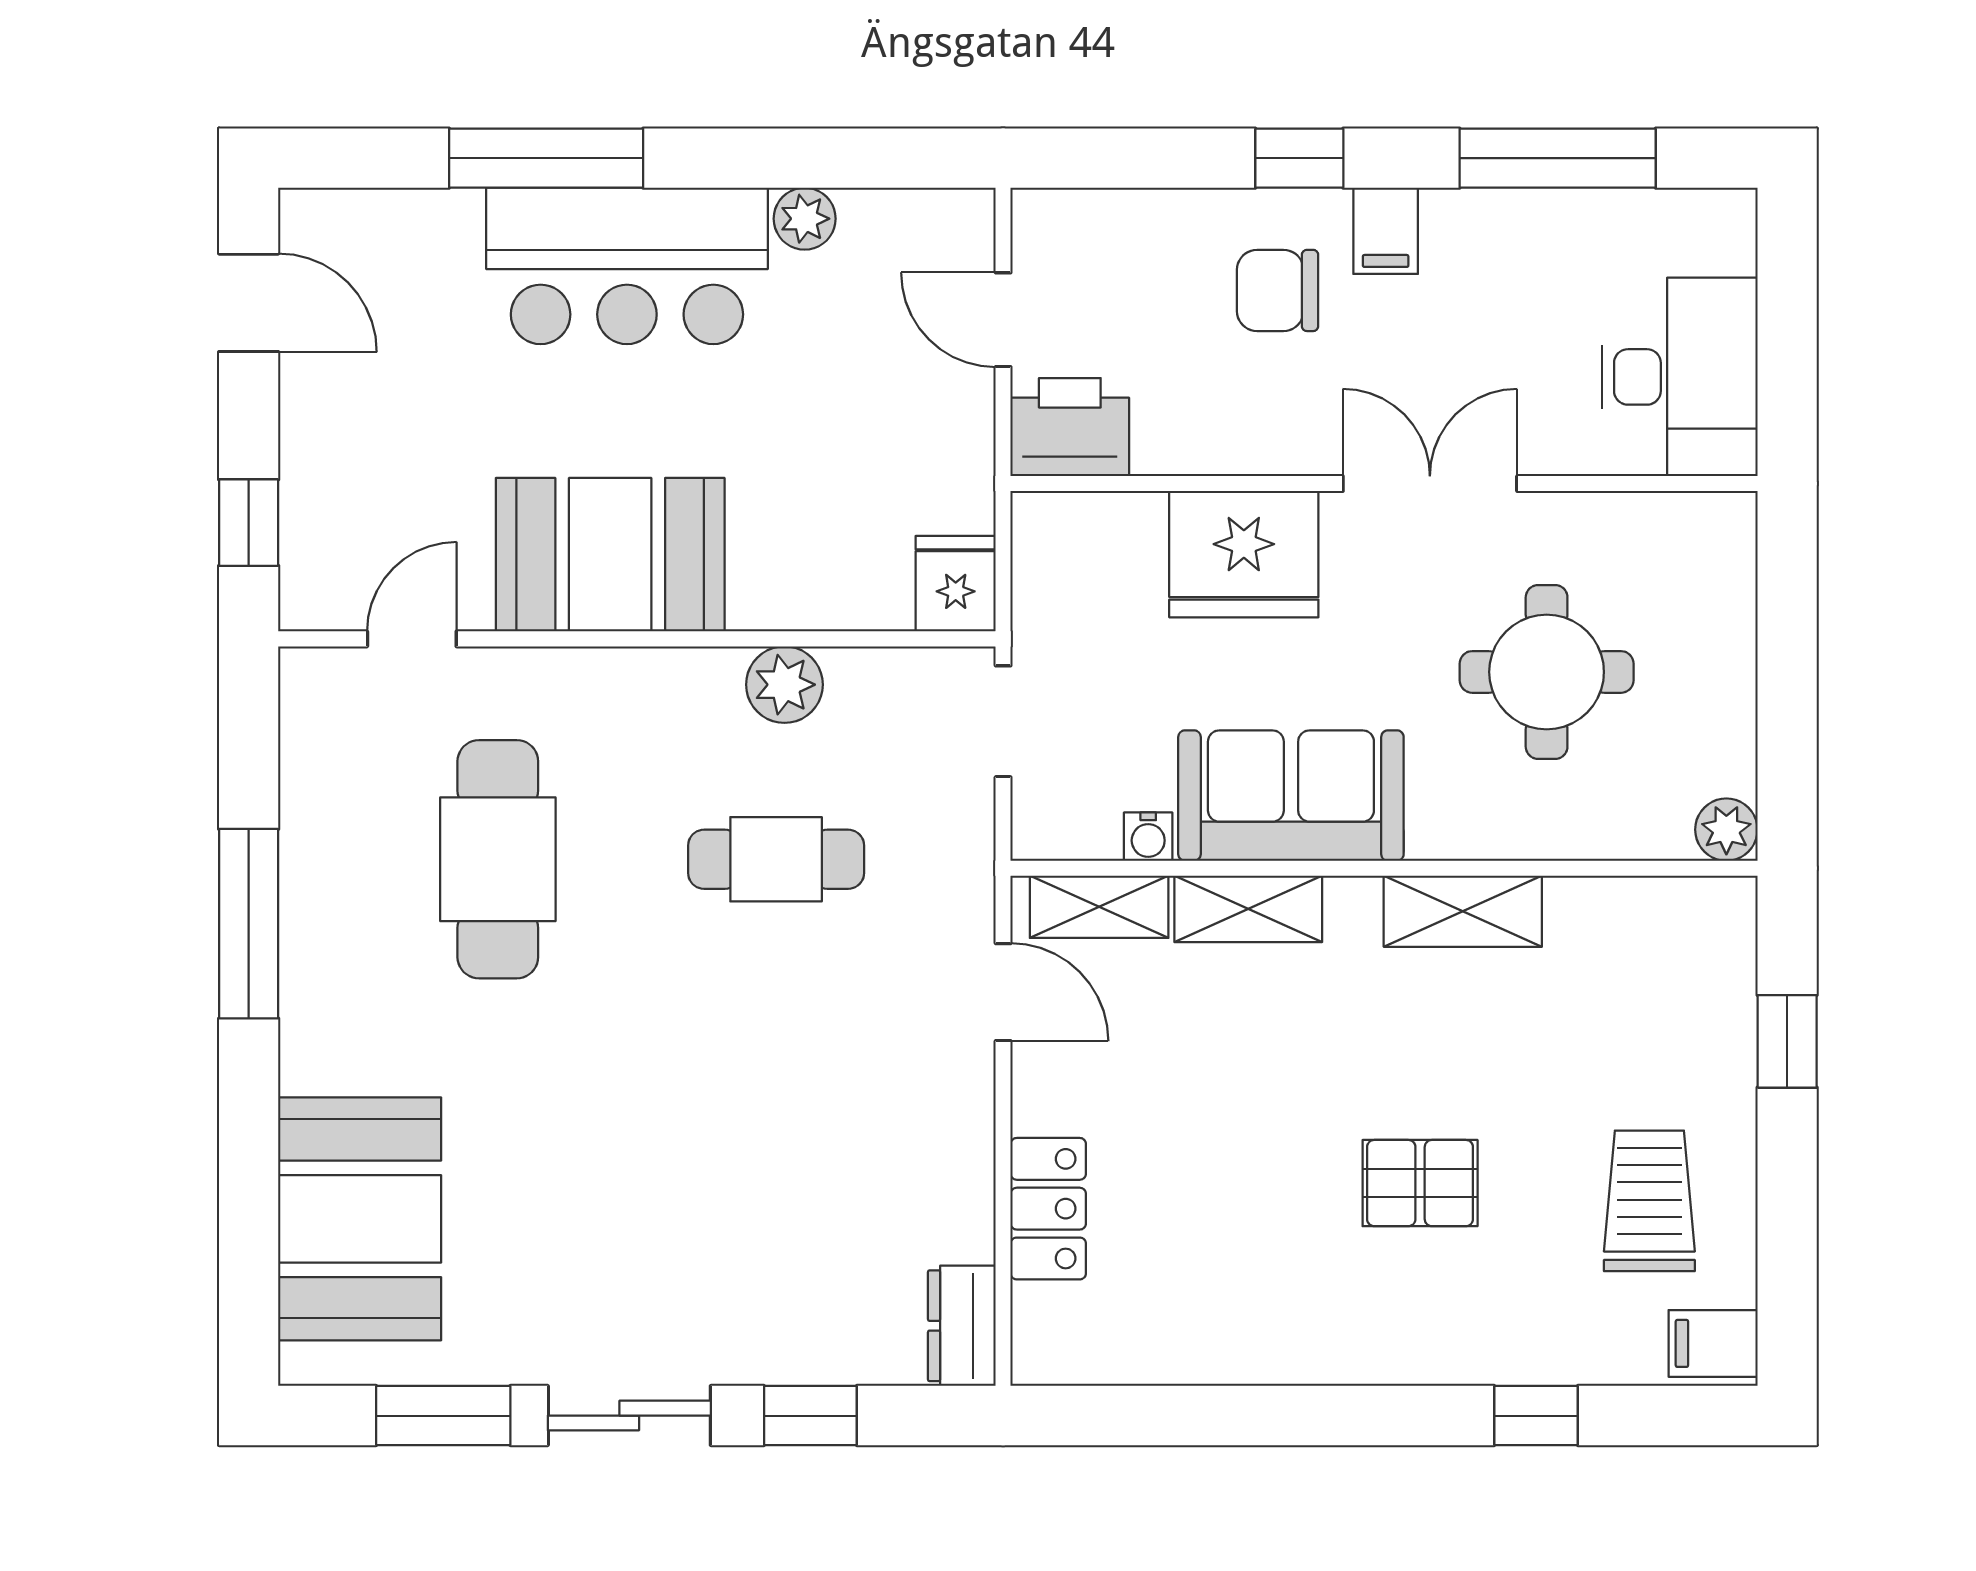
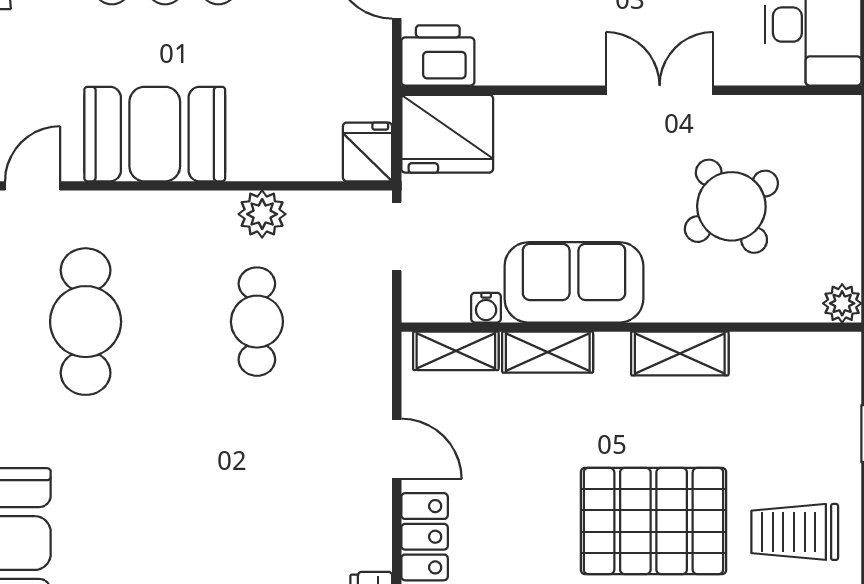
fridge: (1244, 554) -> (447, 134), moved
round table: (1547, 672) -> (731, 206), turned -34
cafe table: (776, 859) -> (257, 322), turned 90
door: (1003, 992) -> (397, 449), moved
pallet: (1420, 1183) -> (653, 521), width x2.05, depth x2.00
trolley: (1649, 1201) -> (795, 532), turned -90

